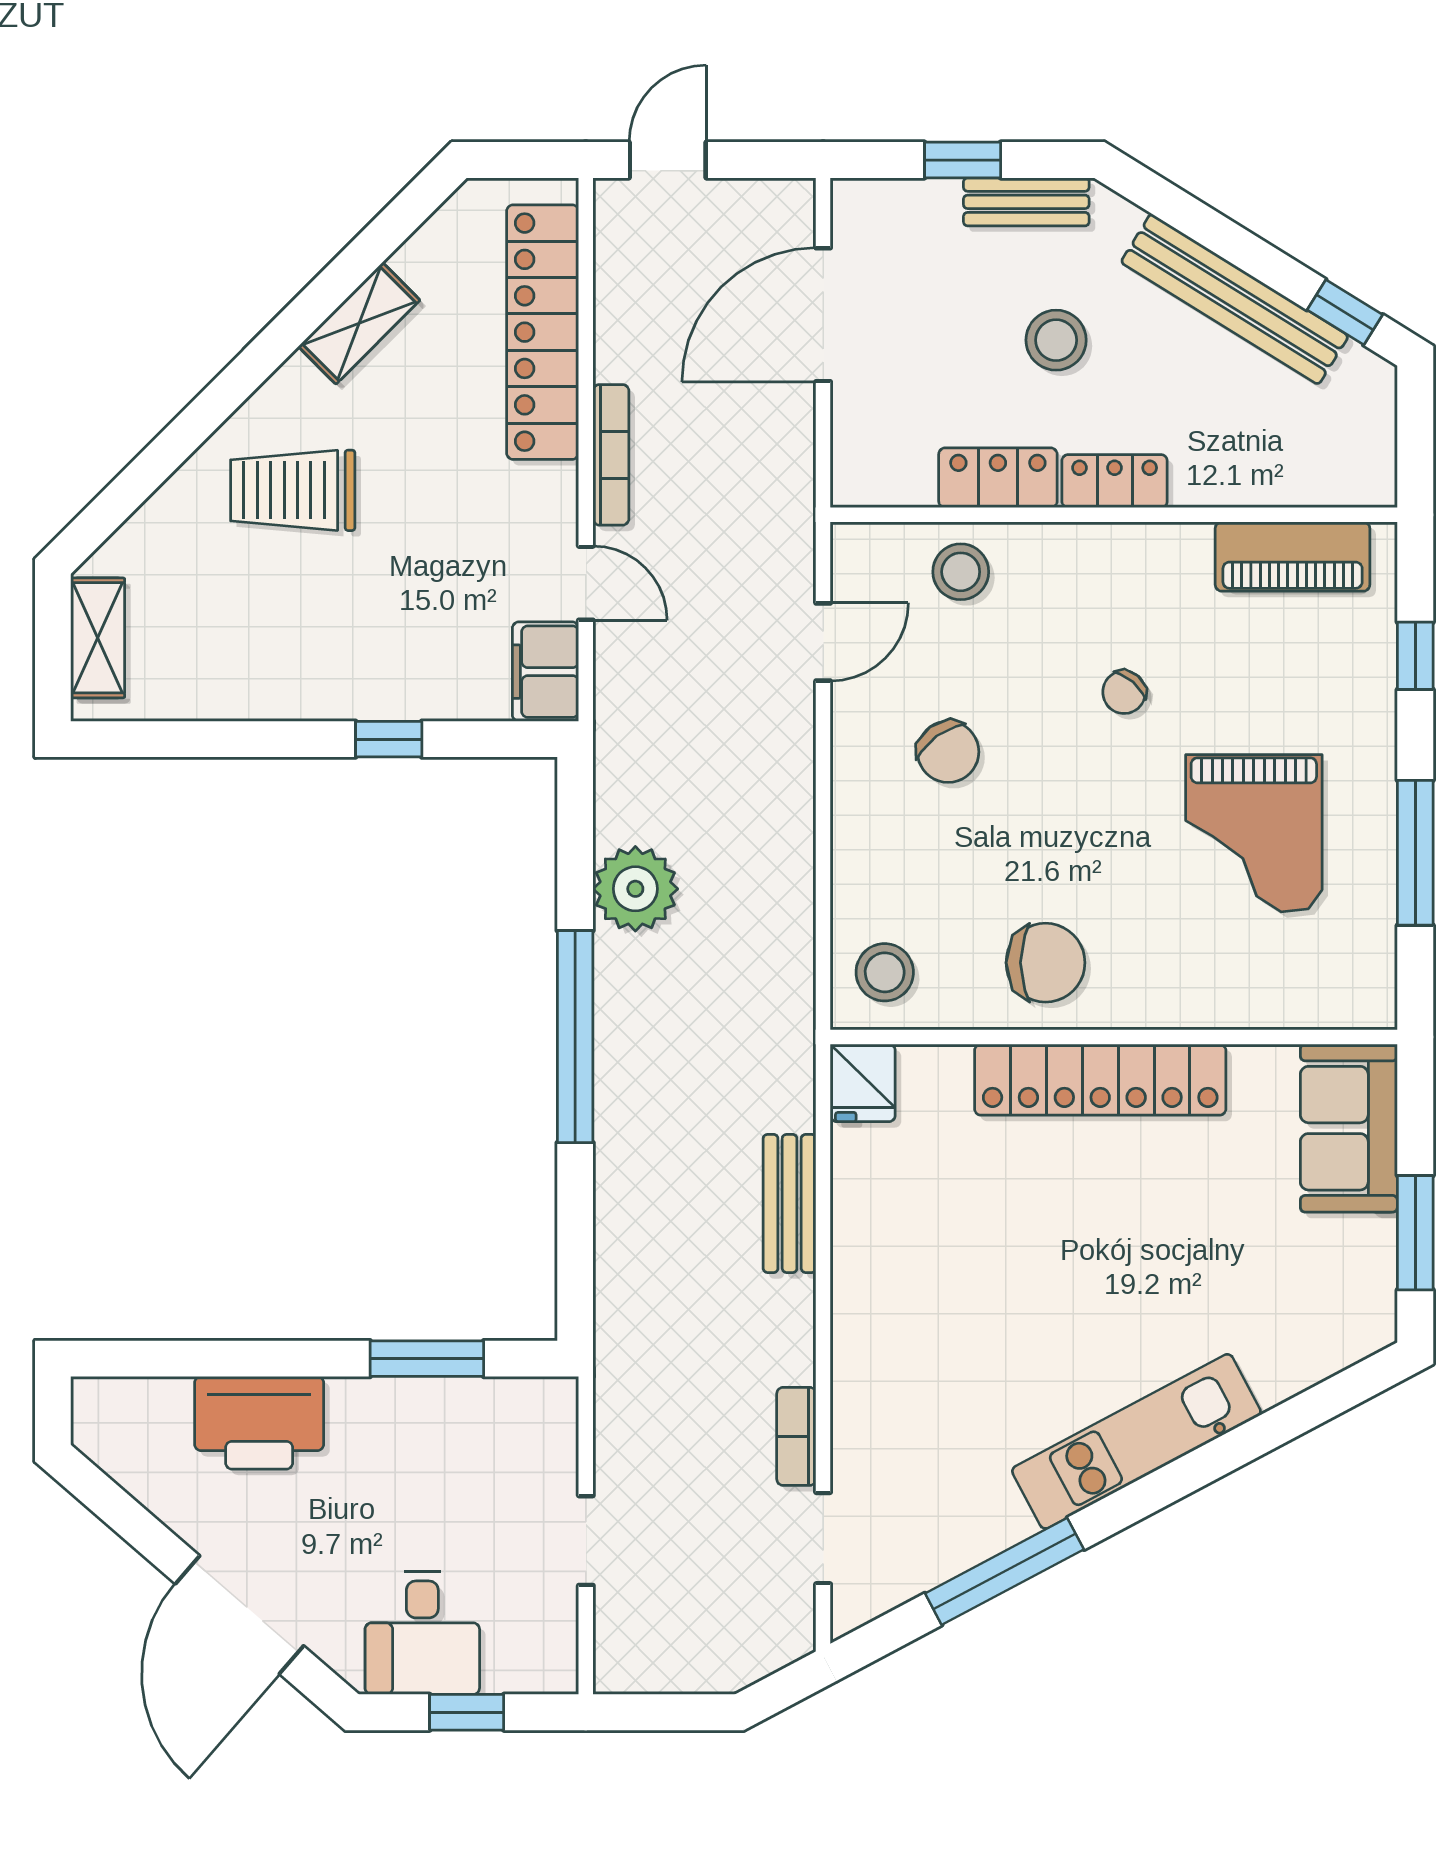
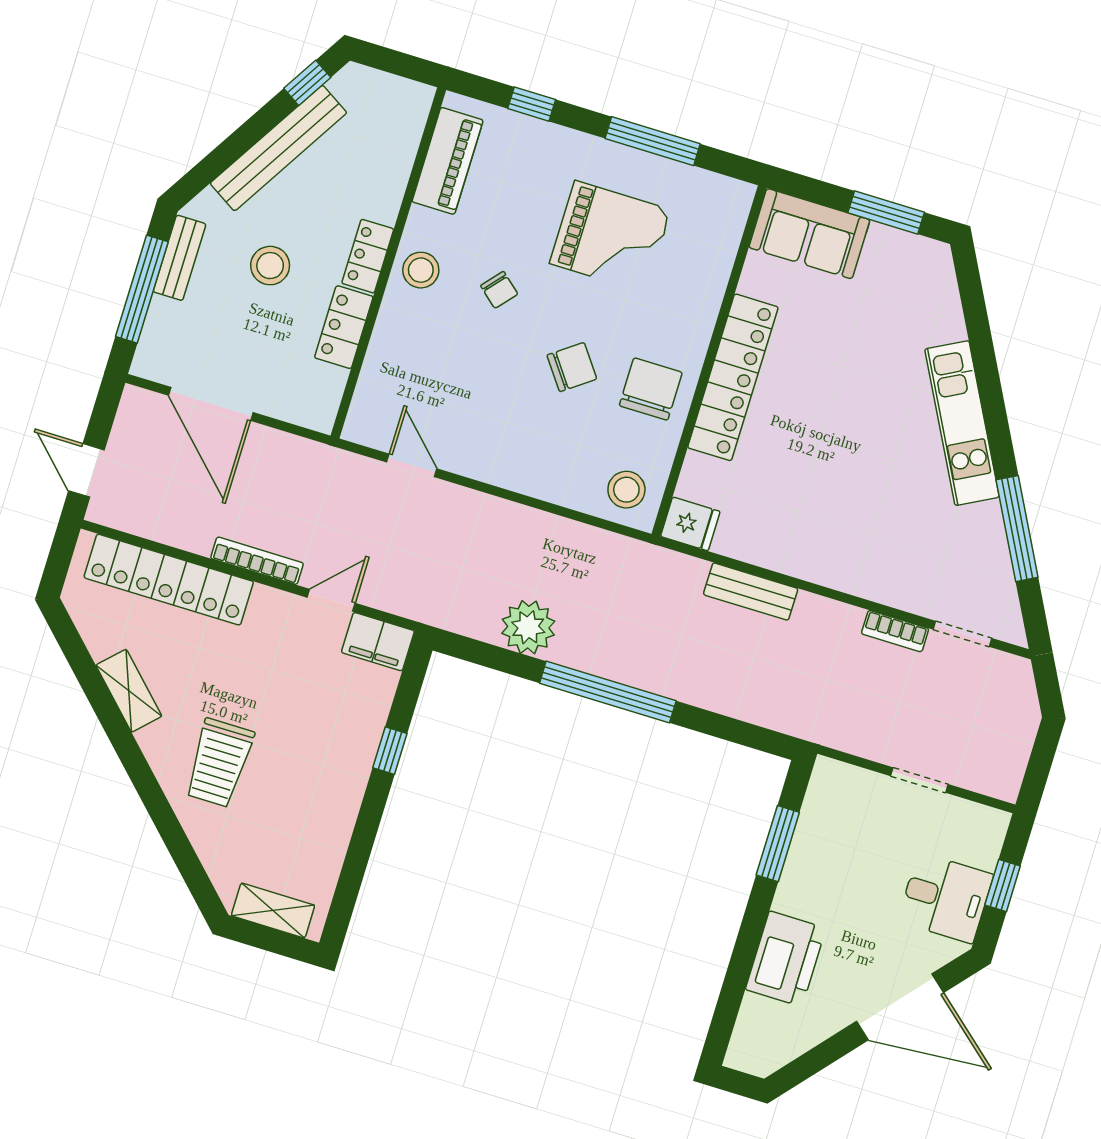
window: (963, 160) -> (142, 289), width x2.17
stool: (961, 572) -> (421, 270), moved
chair: (948, 752) -> (572, 367), moved

